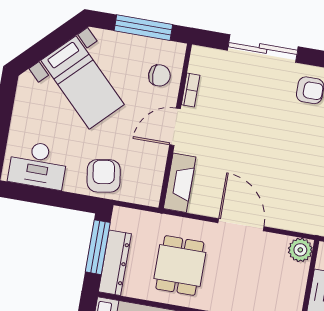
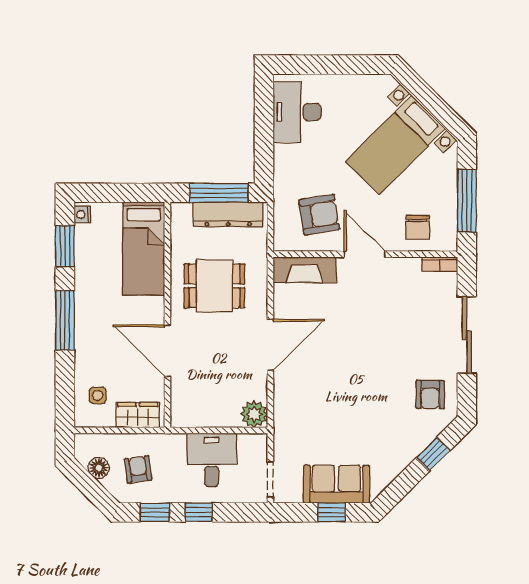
bookcase: (191, 90) -> (440, 264), moved
armchair: (104, 176) -> (319, 215), moved
dresser: (115, 263) -> (228, 214), moved

